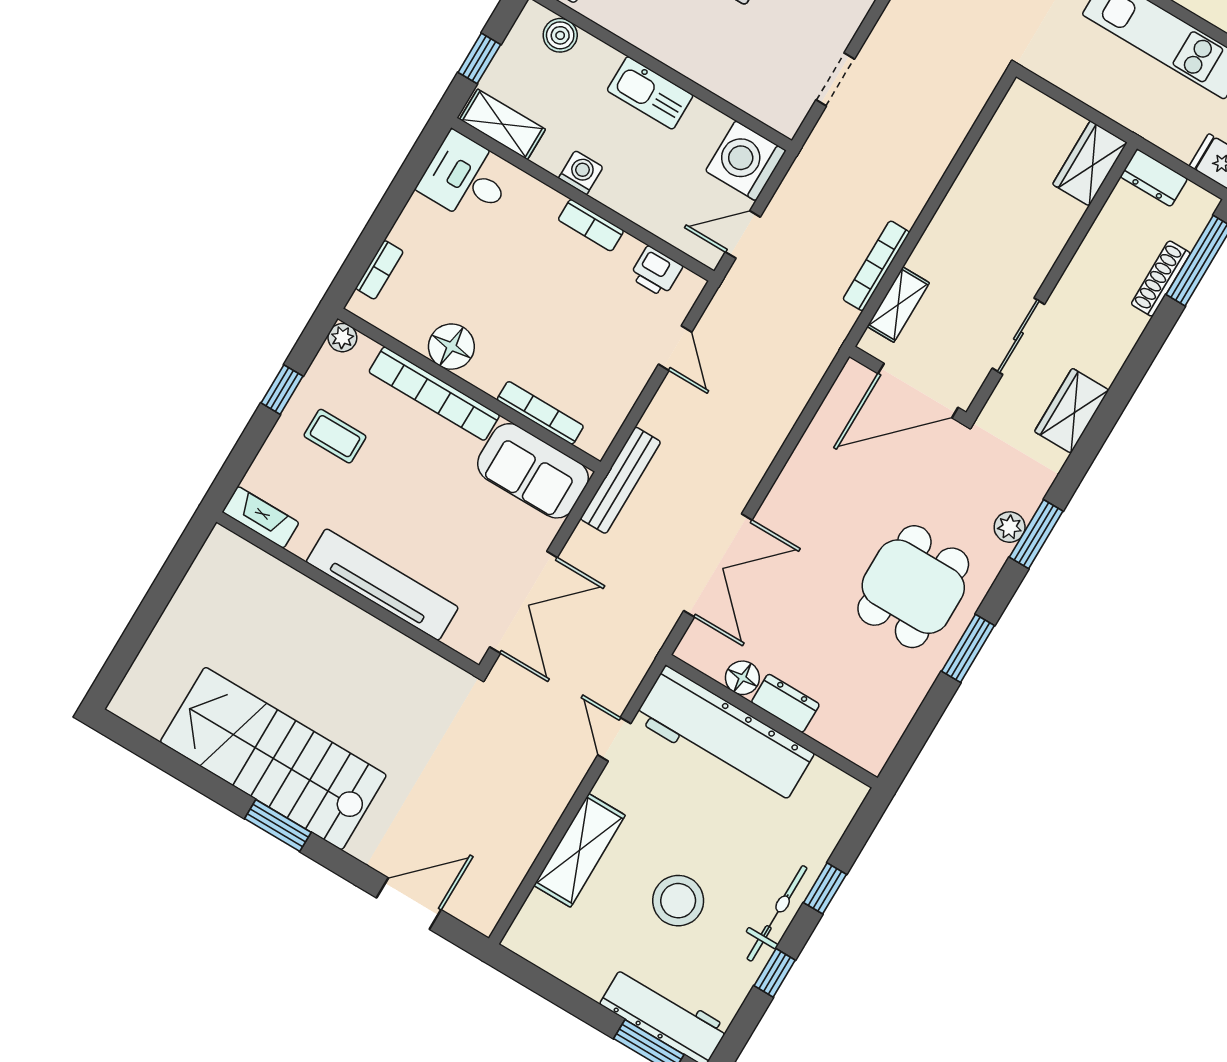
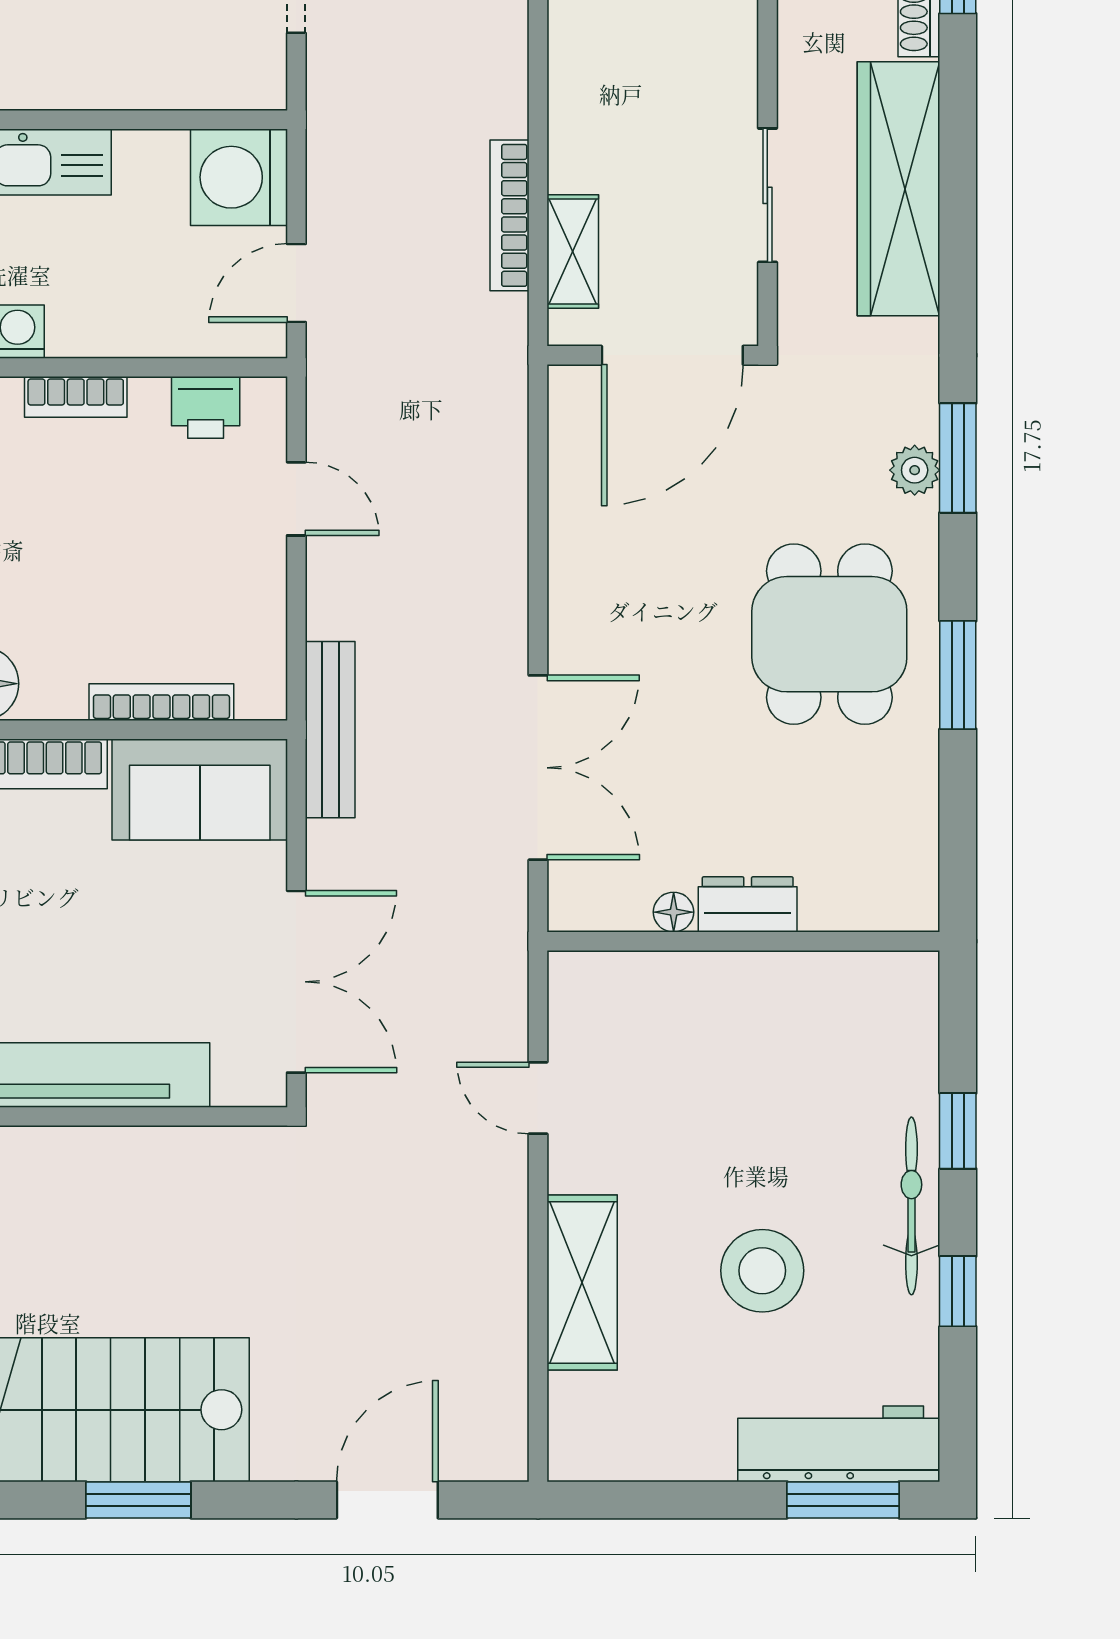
wardrobe: (1072, 411) -> (898, 189), width x2.10, depth x1.17
floor lamp: (742, 678) -> (674, 912), width x0.73, depth x0.73
workbench: (724, 736) -> (689, 1002), removed

